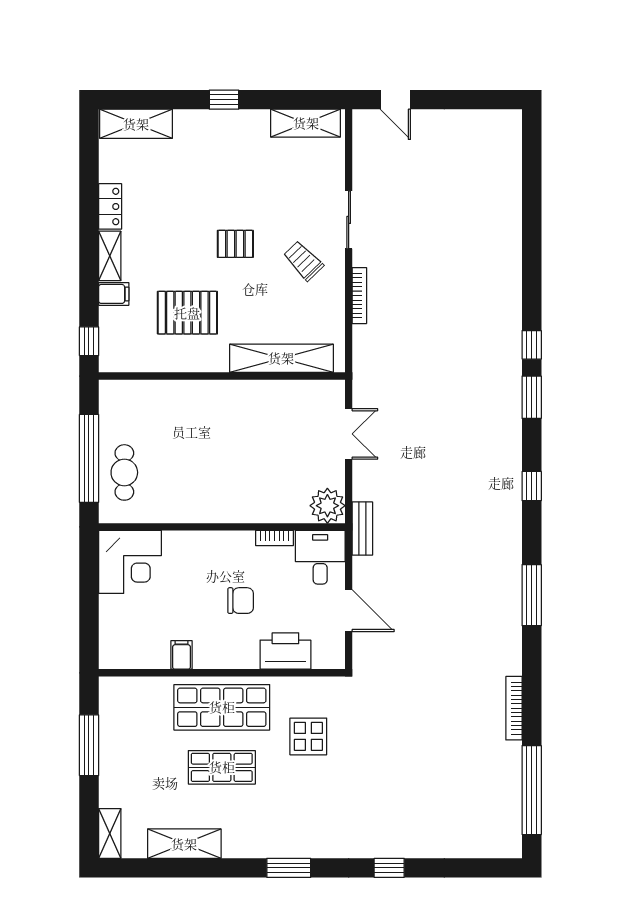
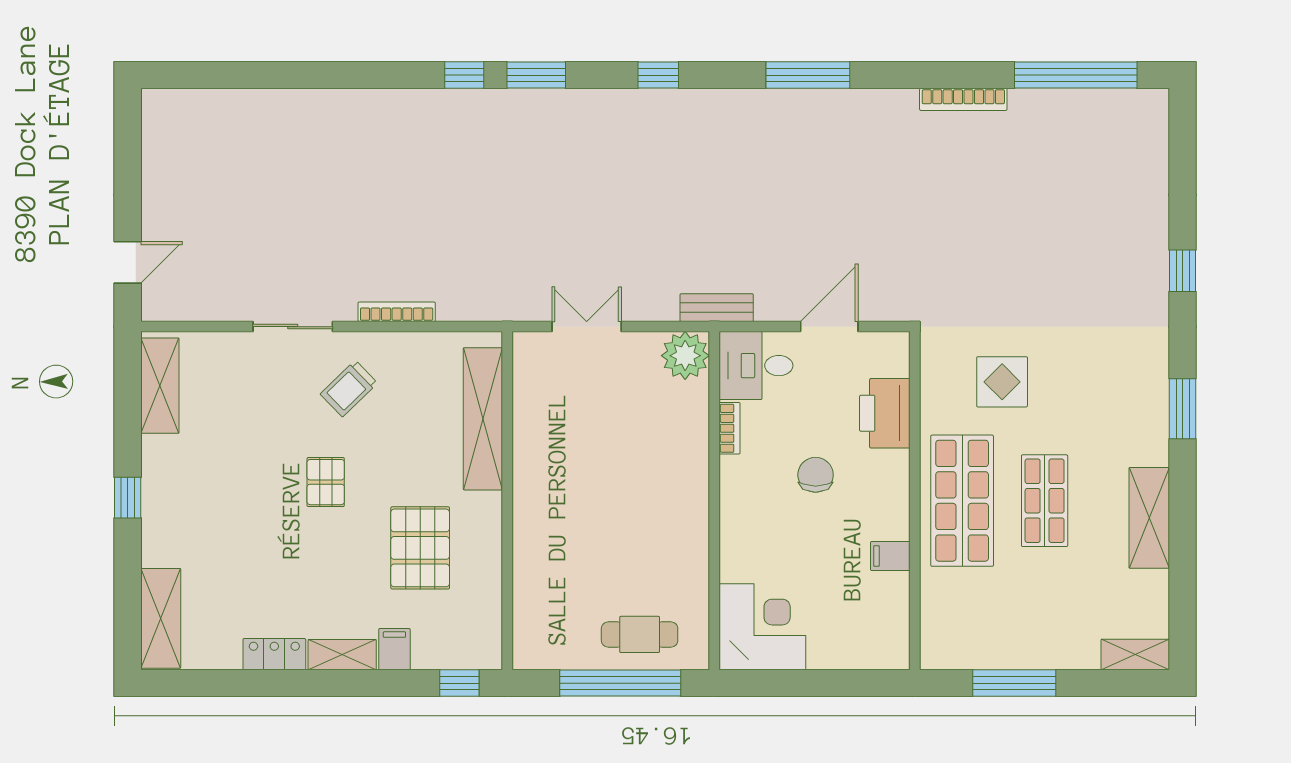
shelving: (184, 844) -> (1149, 518), moved

